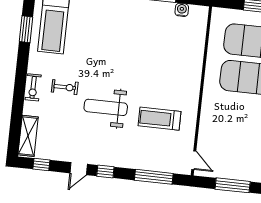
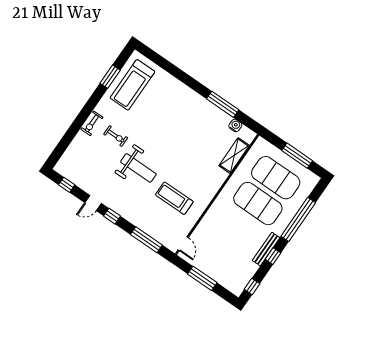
weight bench: (106, 107) -> (138, 168), turned 180
shelving: (28, 136) -> (234, 156), moved

